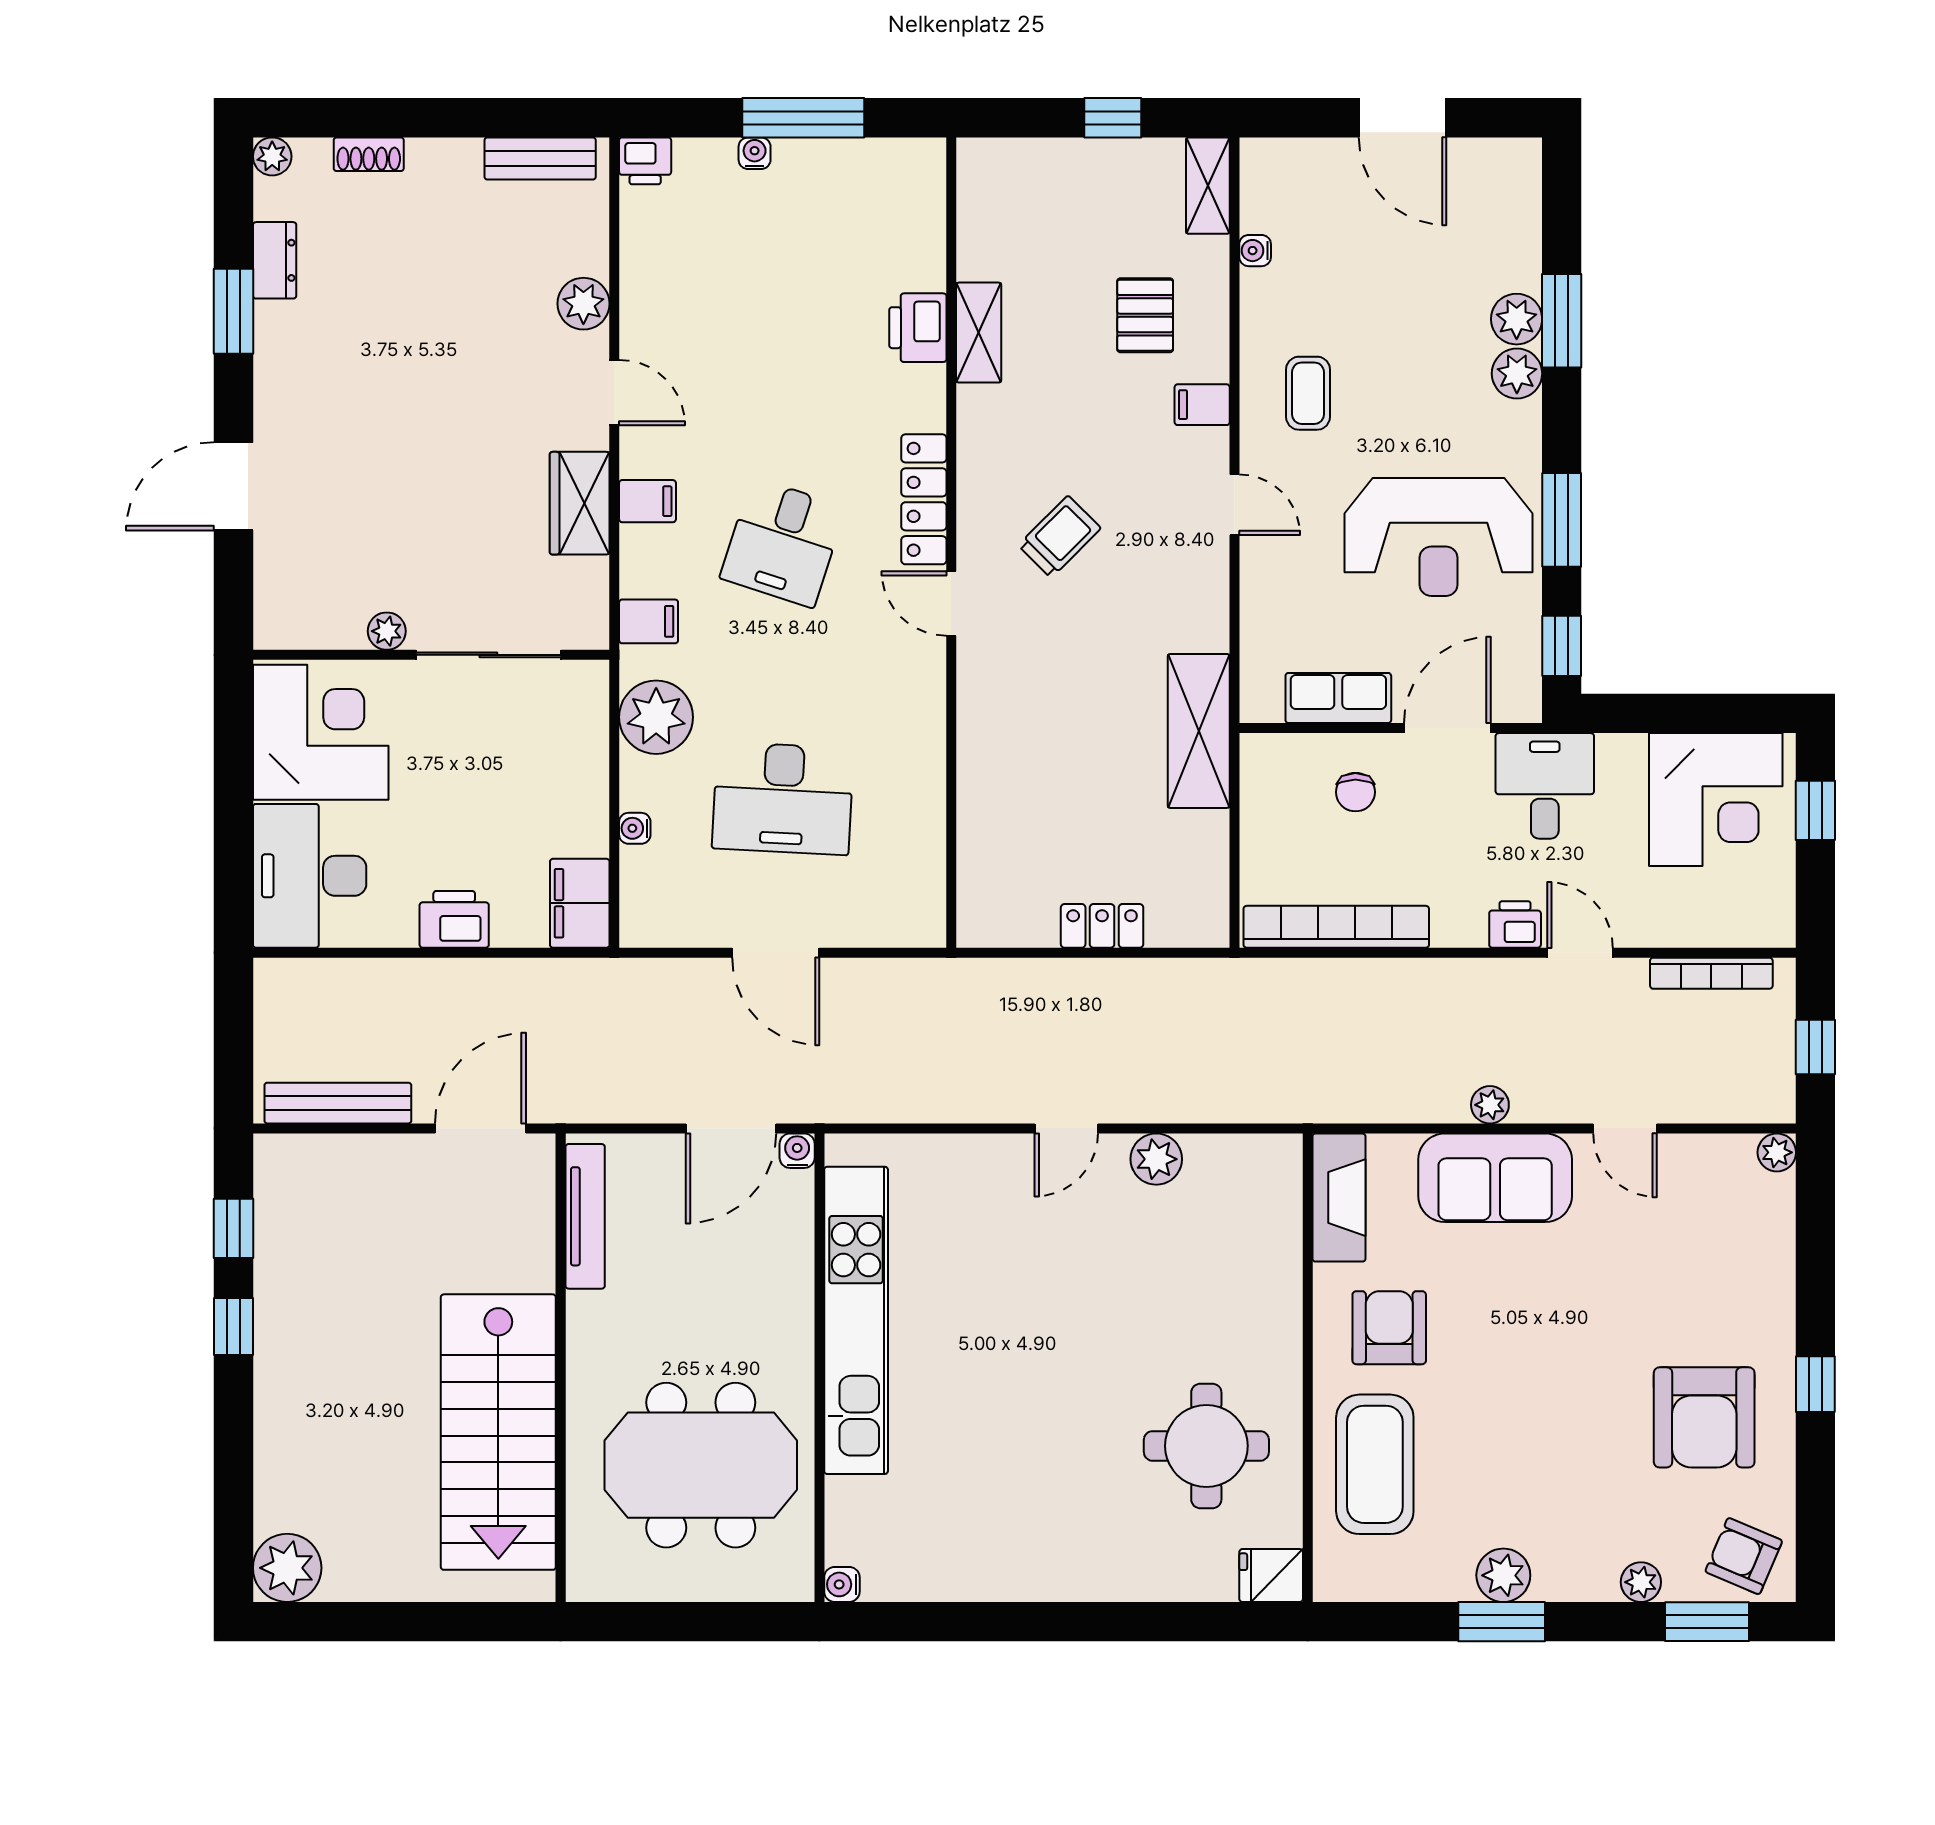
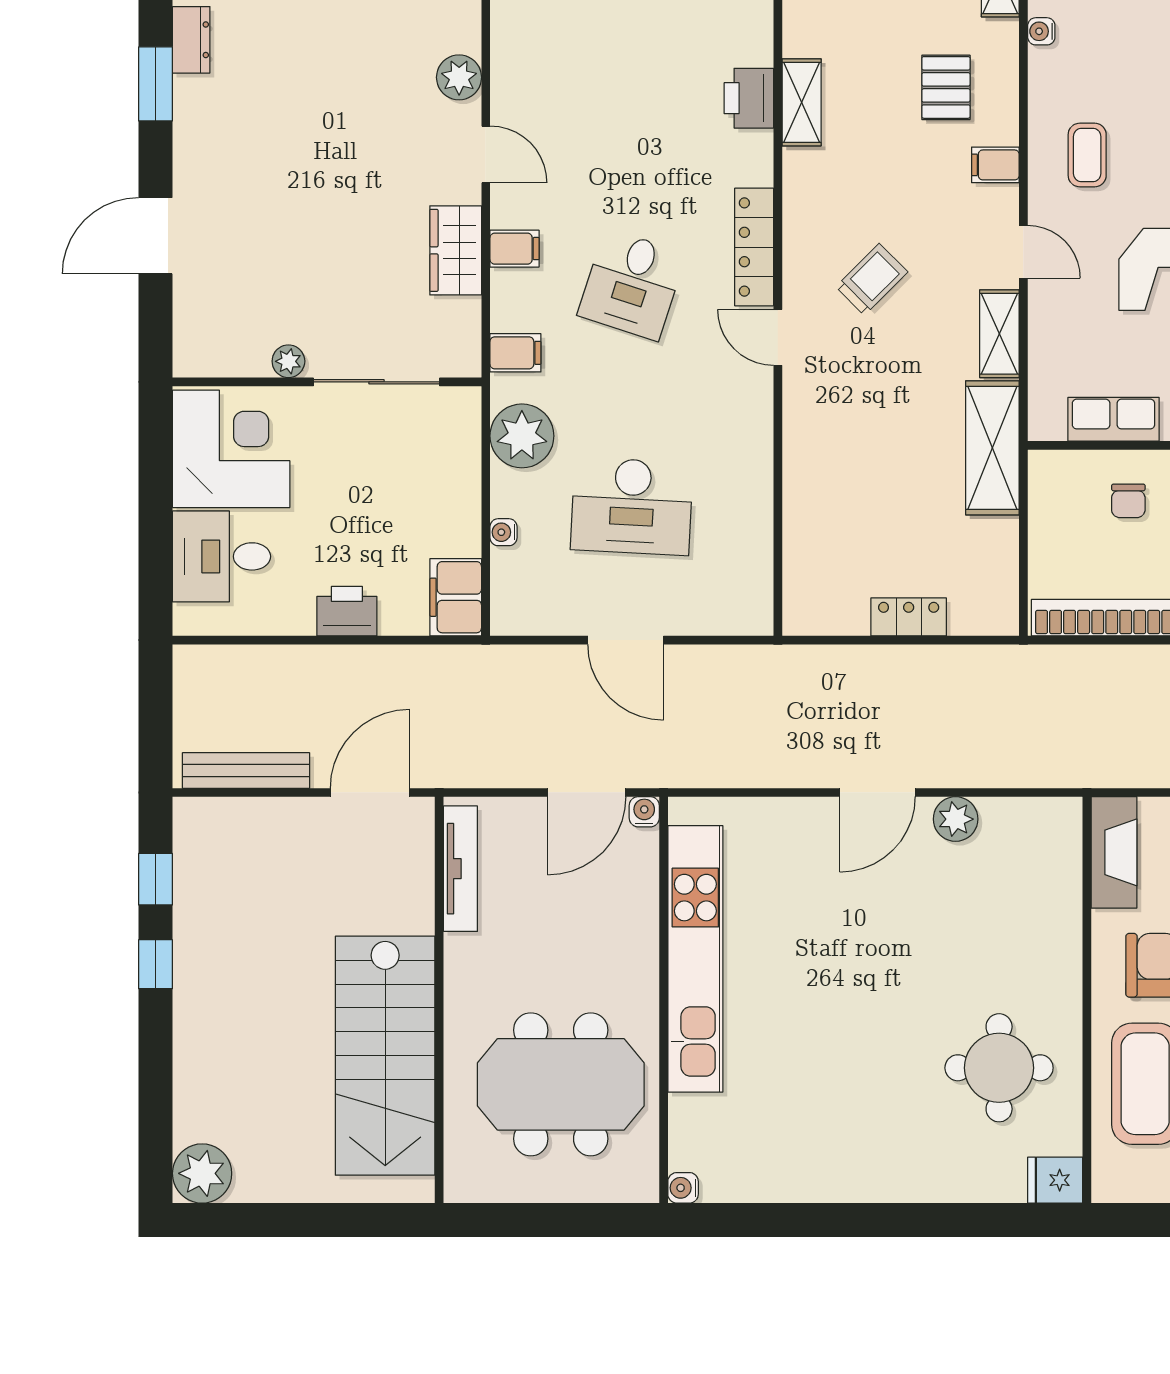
shelving: (1207, 599) -> (999, 334), added
desk: (310, 876) -> (222, 556), width x0.73
door: (1066, 1128) -> (878, 792), width x1.38

